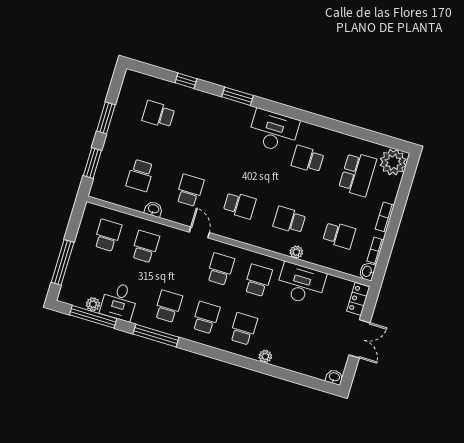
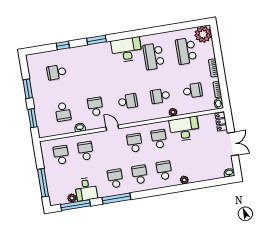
school desk: (308, 159) -> (154, 56), width x1.85
school desk: (357, 174) -> (186, 51), turned 180

